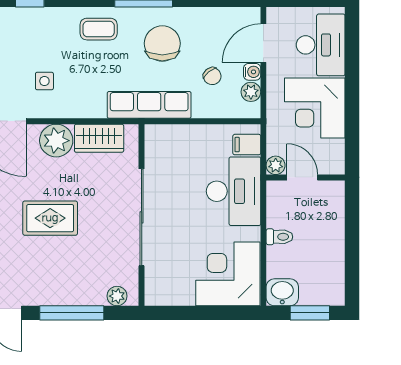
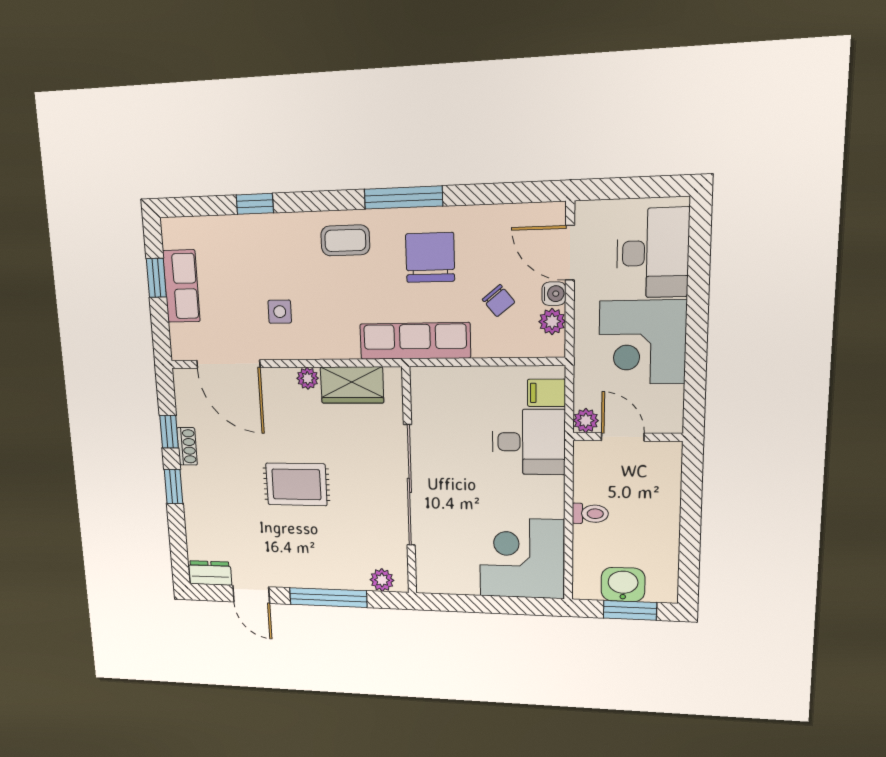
door: (263, 43) -> (570, 253), hinge flipped
plant: (56, 141) -> (308, 378), width x0.53, depth x0.53
desk: (234, 191) -> (529, 442), width x0.73
washbasin: (282, 292) -> (623, 585), moved

